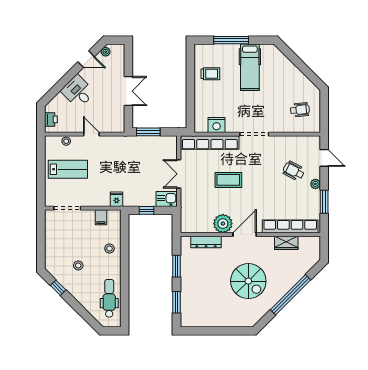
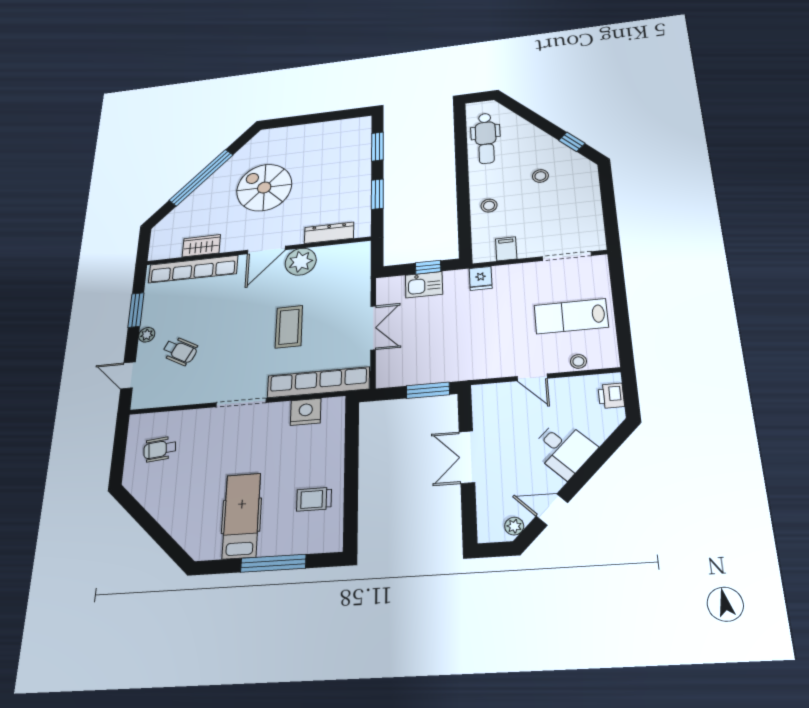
coffee table: (228, 180) -> (289, 327), turned 90
kitchen sink: (167, 199) -> (424, 285), moved

